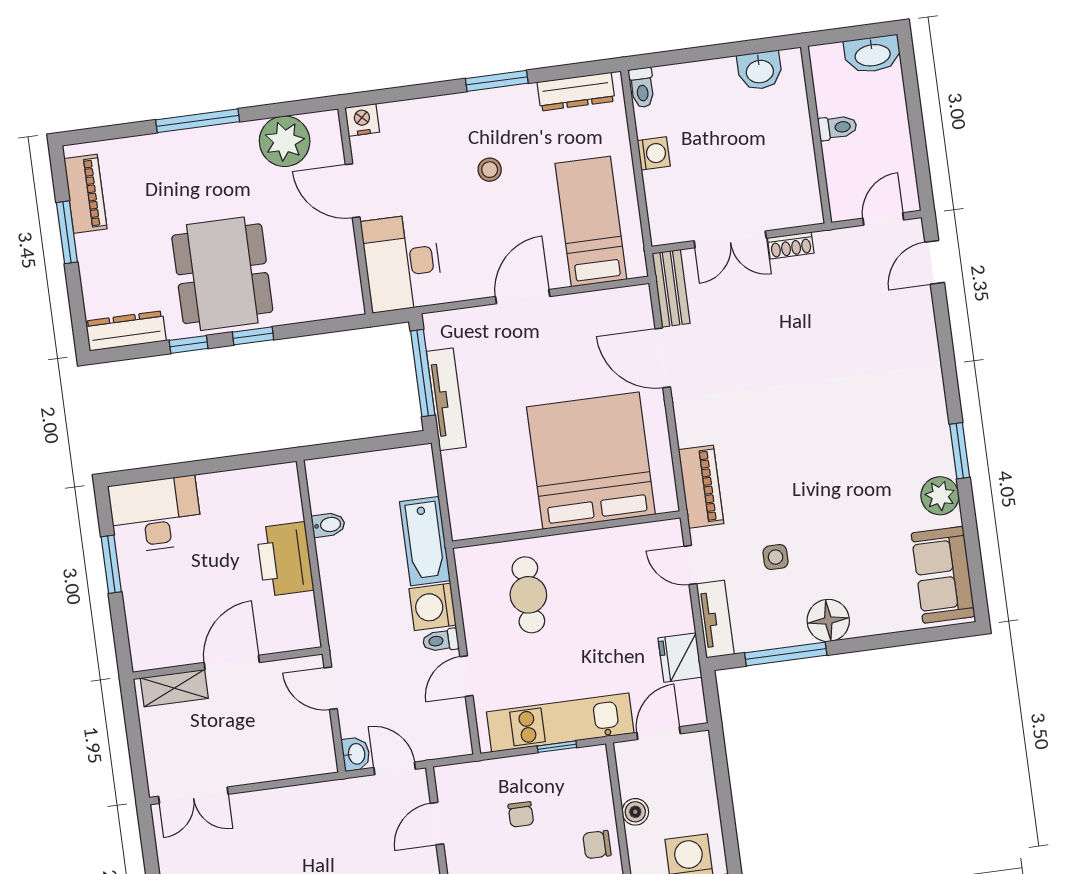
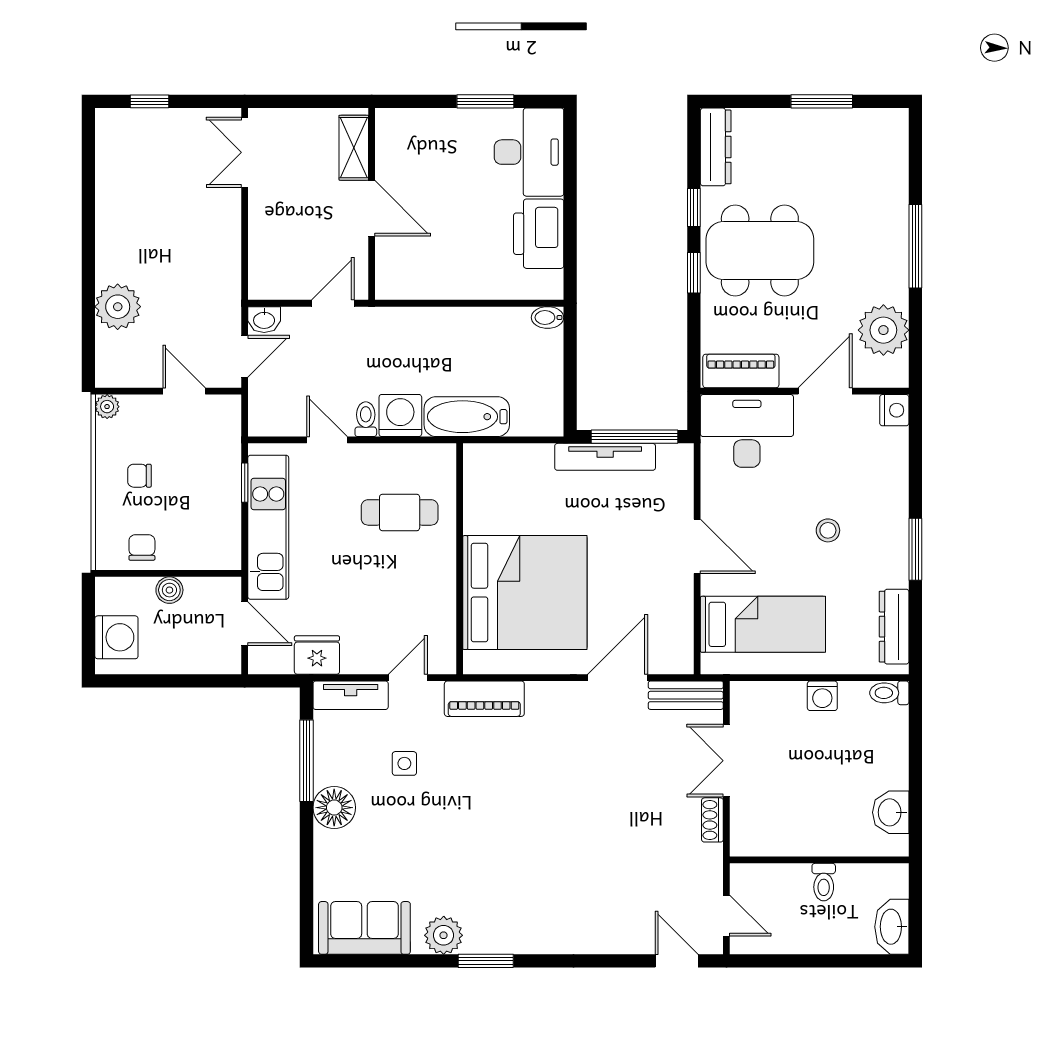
piano: (85, 194) -> (741, 371), moved, turned 180
bidet: (328, 525) -> (548, 317), moved, turned 90
printer: (285, 559) -> (539, 234), moved, turned -90
window: (557, 747) -> (245, 483), moved
chair: (521, 814) -> (140, 476), moved

